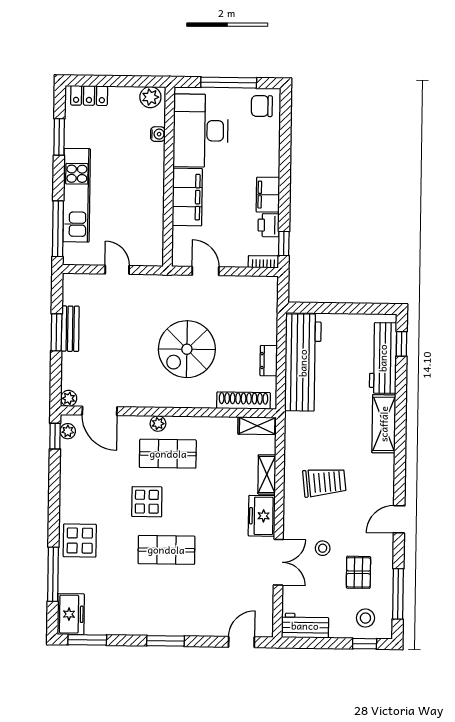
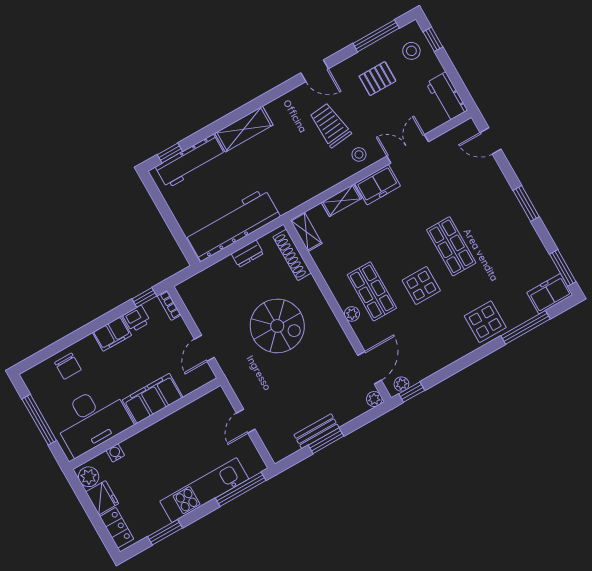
fridge: (124, 98) -> (102, 498), added
chair: (262, 106) -> (68, 366), moved
trolley: (324, 482) -> (330, 125), moved
stool: (323, 548) -> (359, 154), moved

